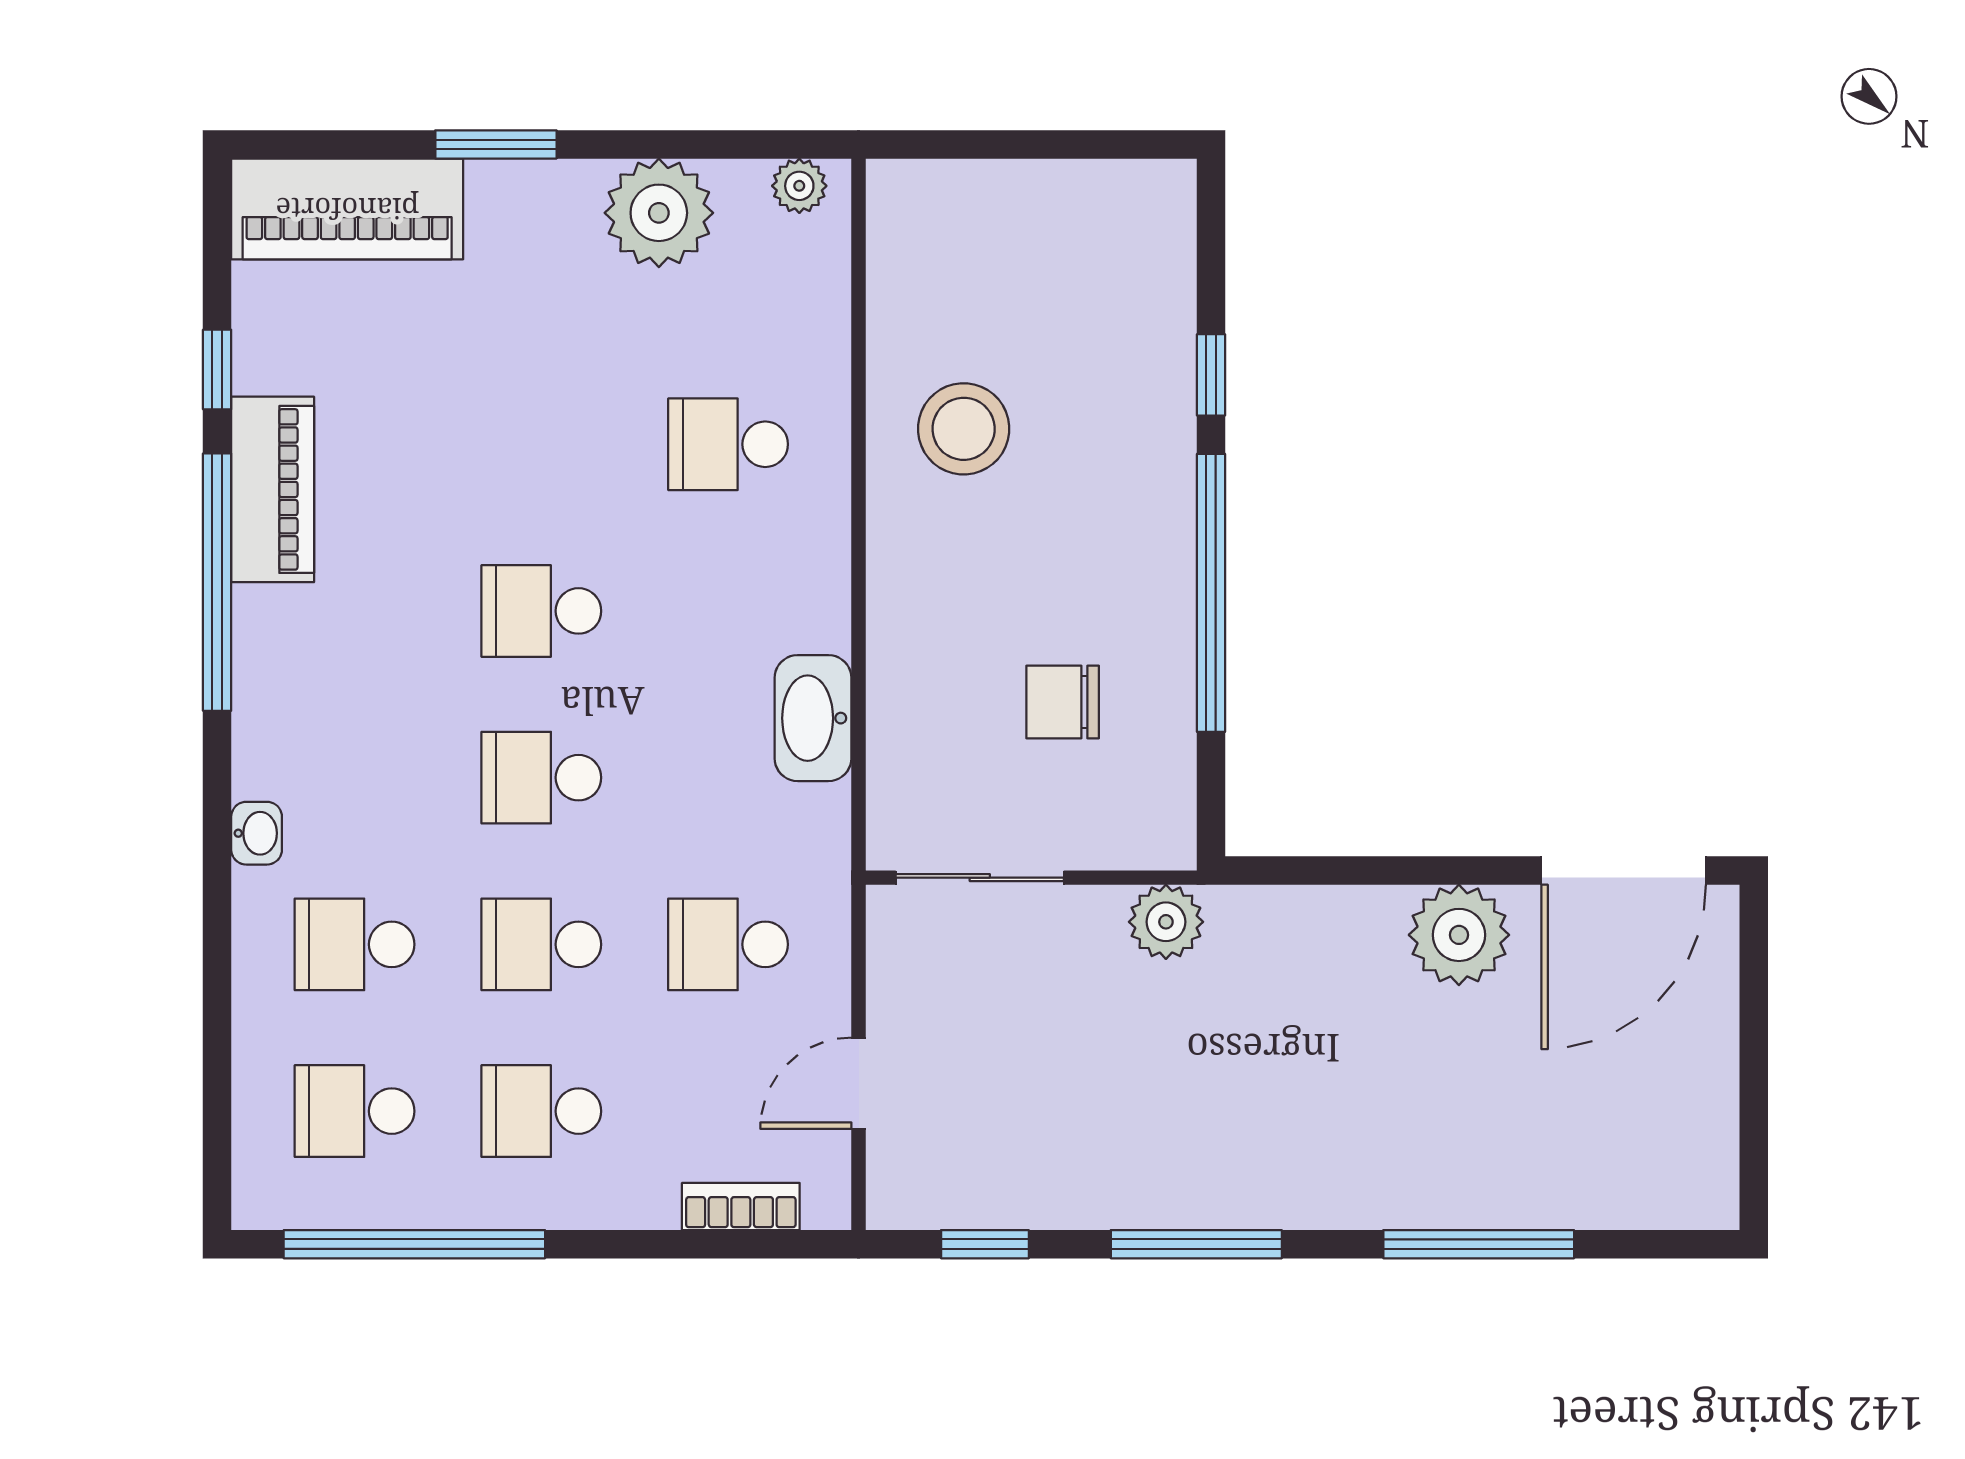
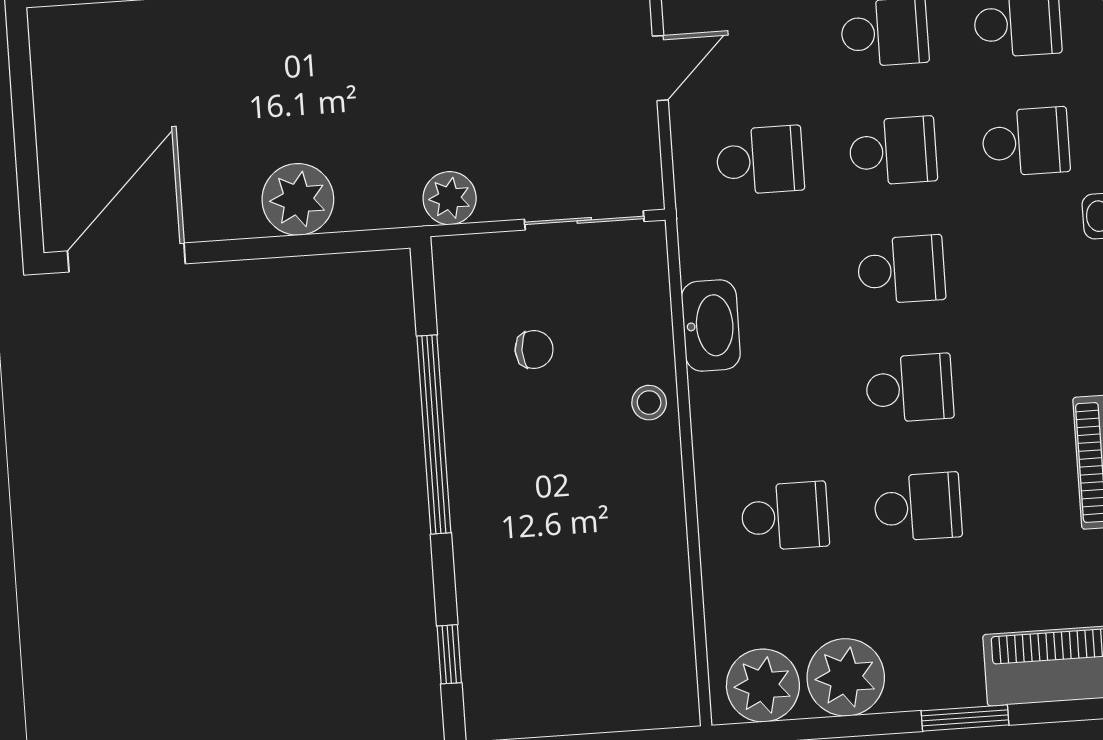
plant: (799, 186) -> (763, 685), width x1.87, depth x1.87
window: (1211, 375) -> (449, 654), moved
stool: (964, 429) -> (649, 403), moved, width x0.53, depth x0.53
school desk: (541, 444) -> (918, 507), added
chair: (1063, 702) -> (534, 349), width x0.73, depth x0.73
plant: (1459, 935) -> (298, 199), moved

